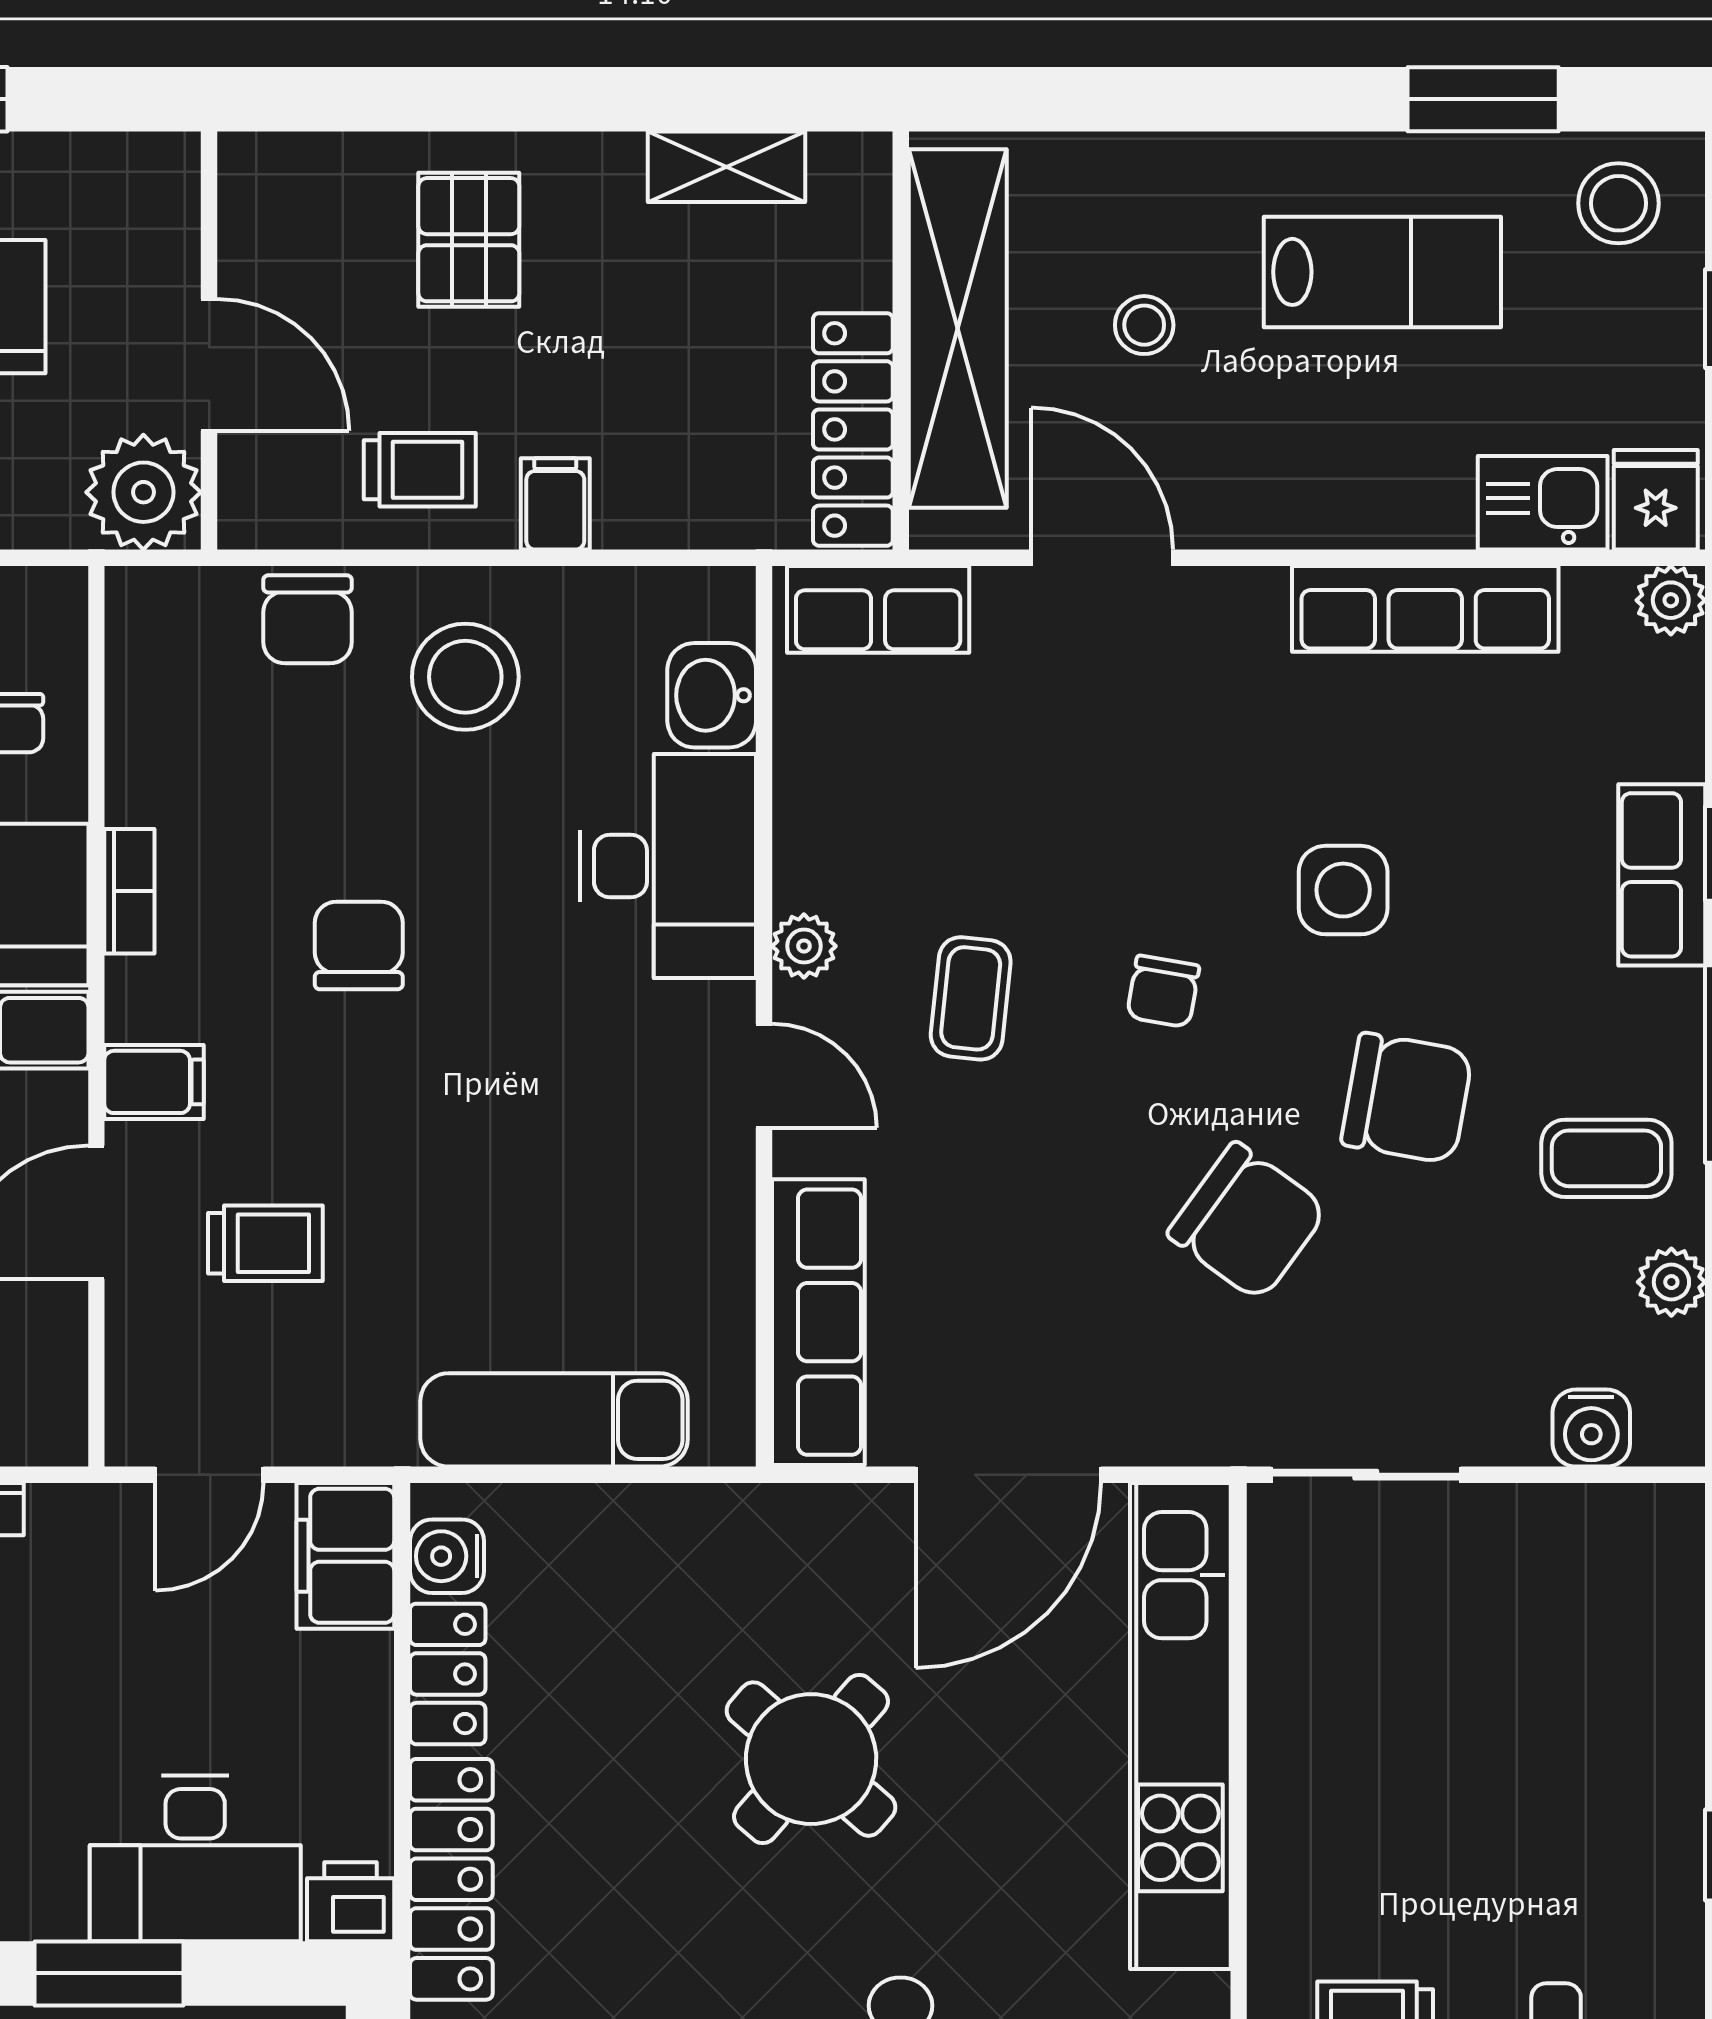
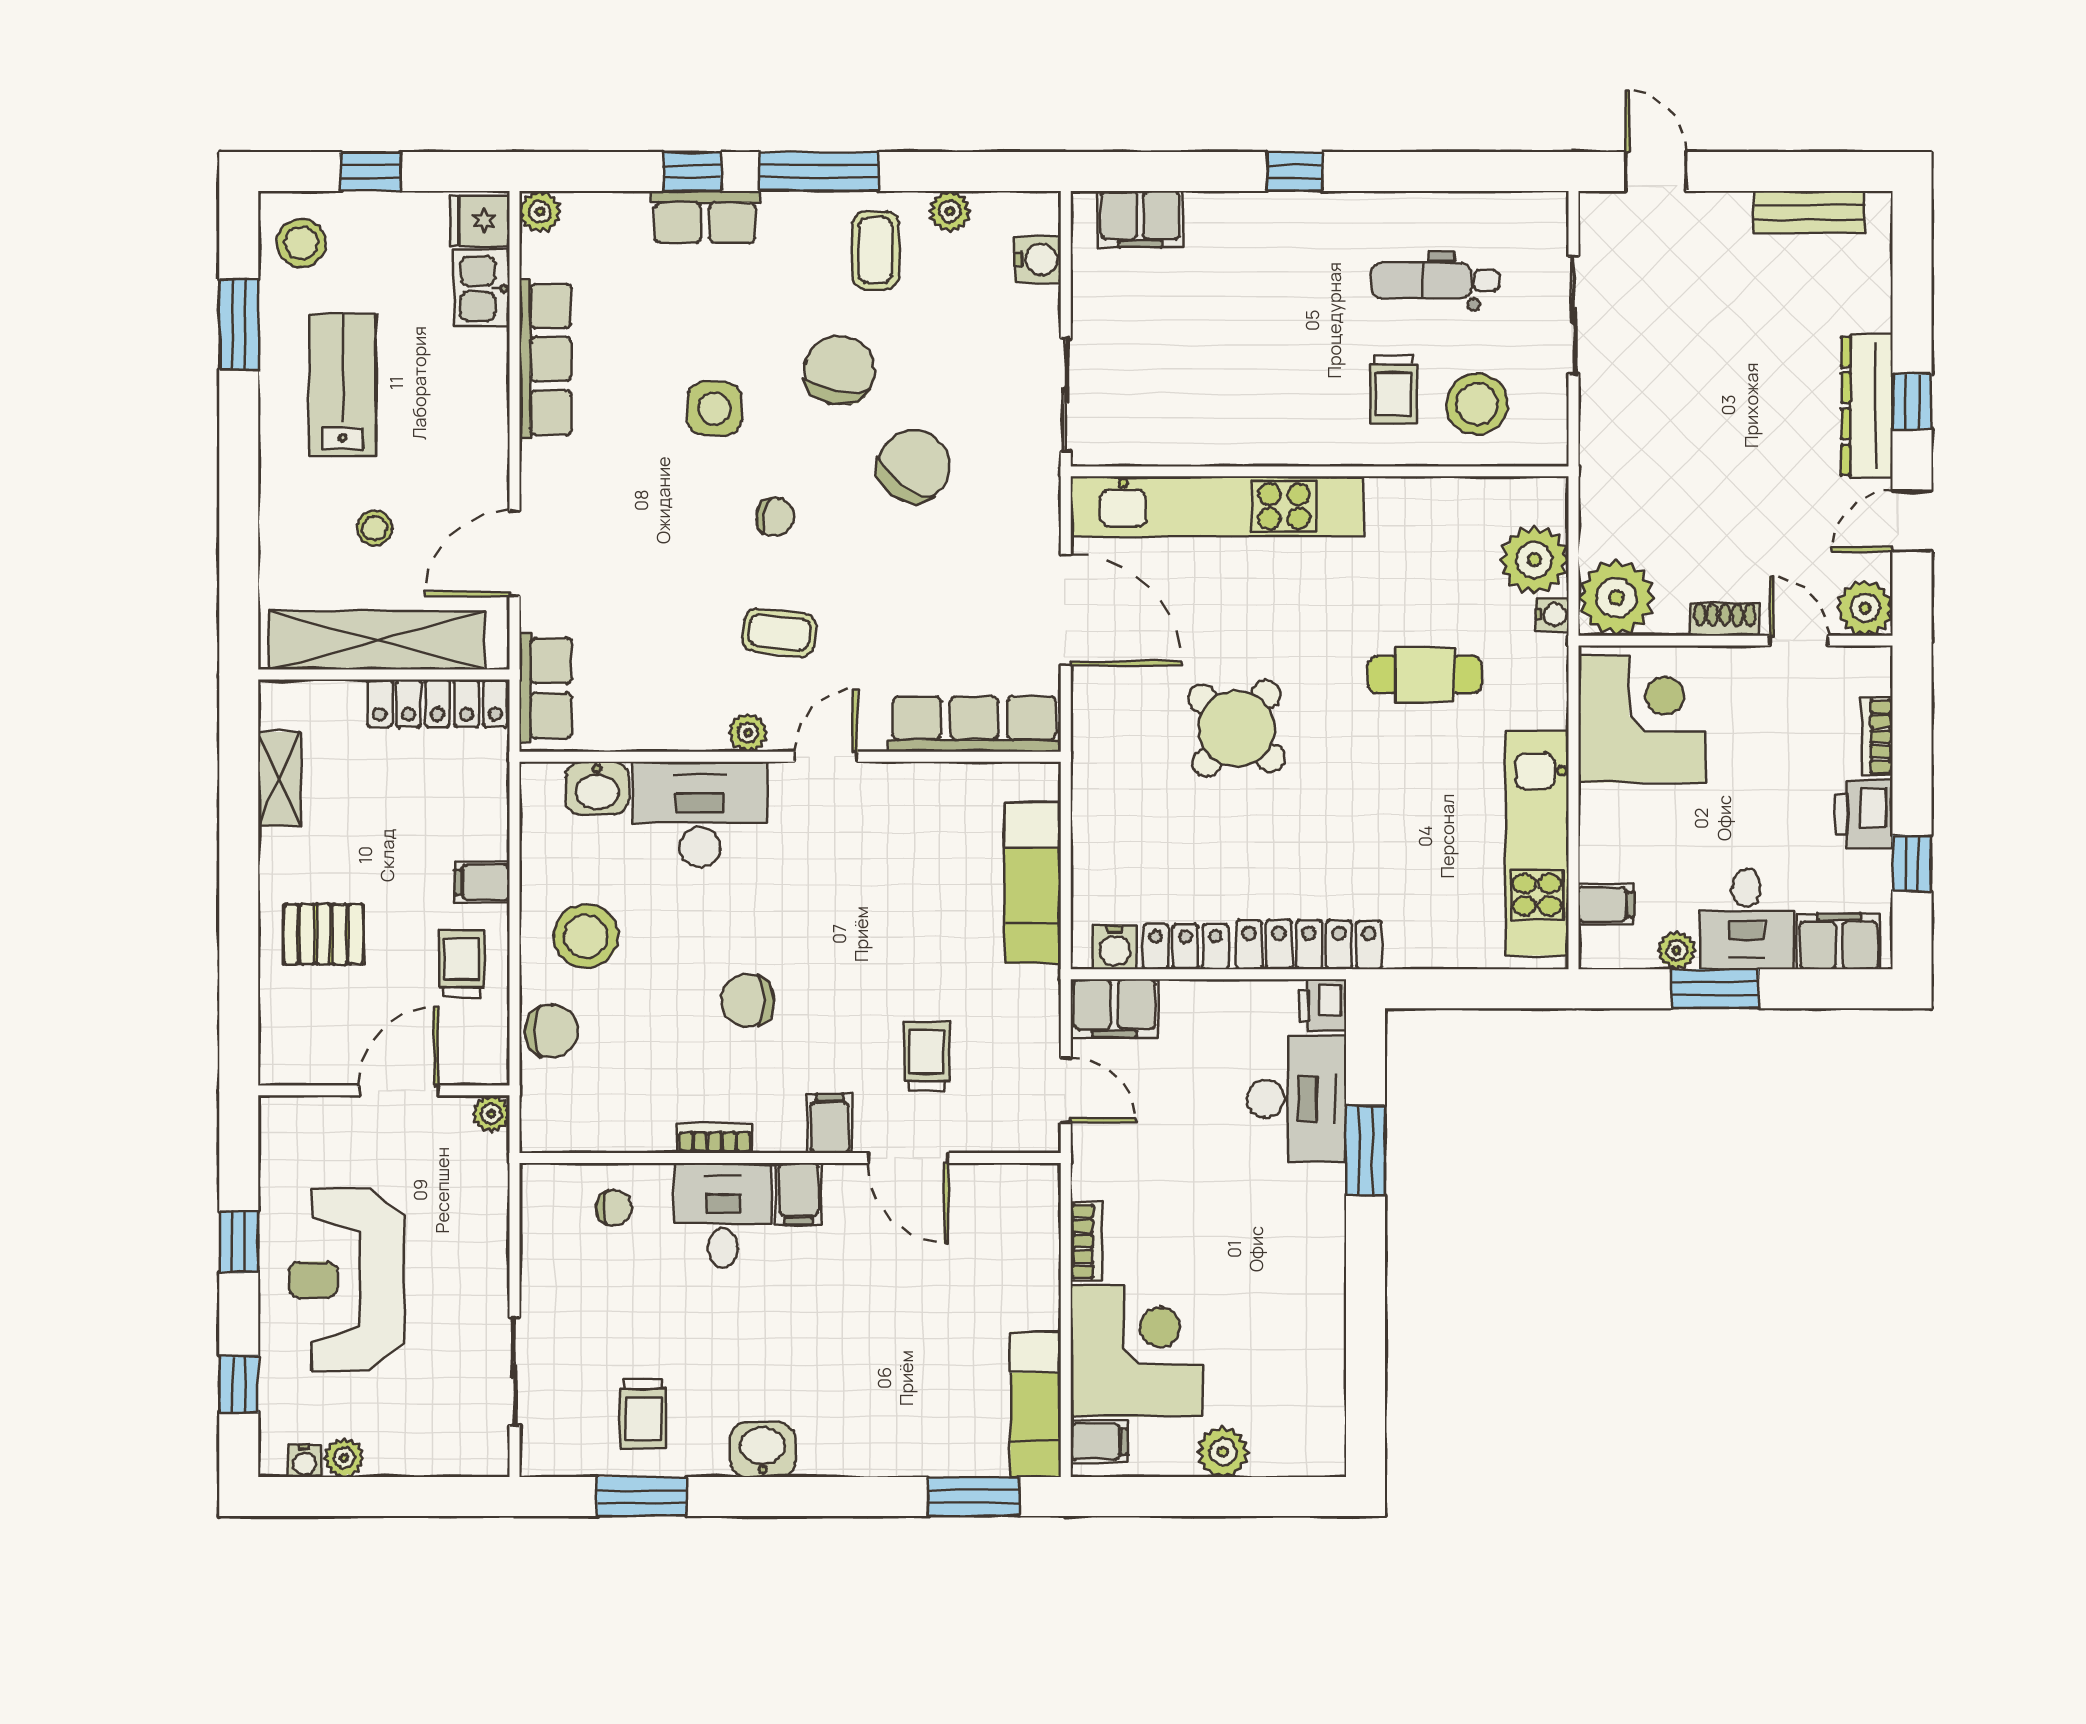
plant: (143, 492) -> (491, 1114), width x0.53, depth x0.53
filing cabinet: (1658, 1599) -> (1140, 219), added

